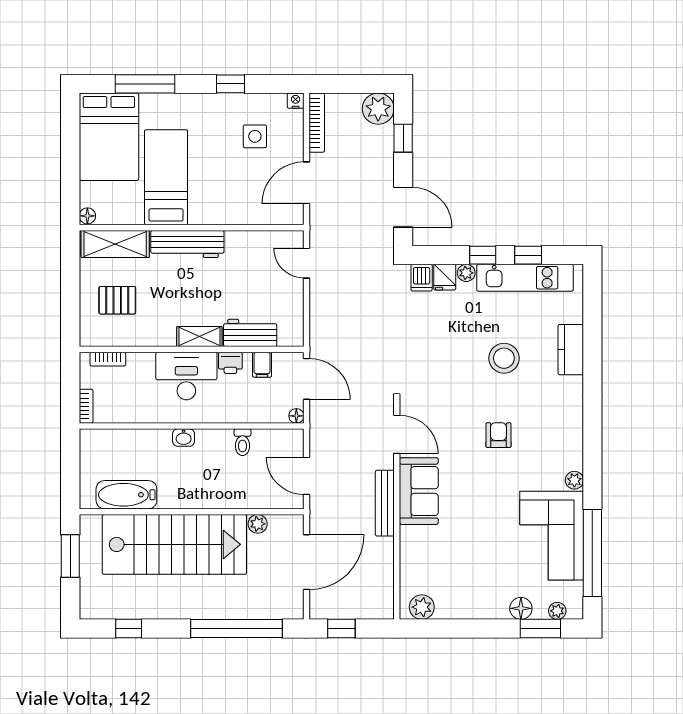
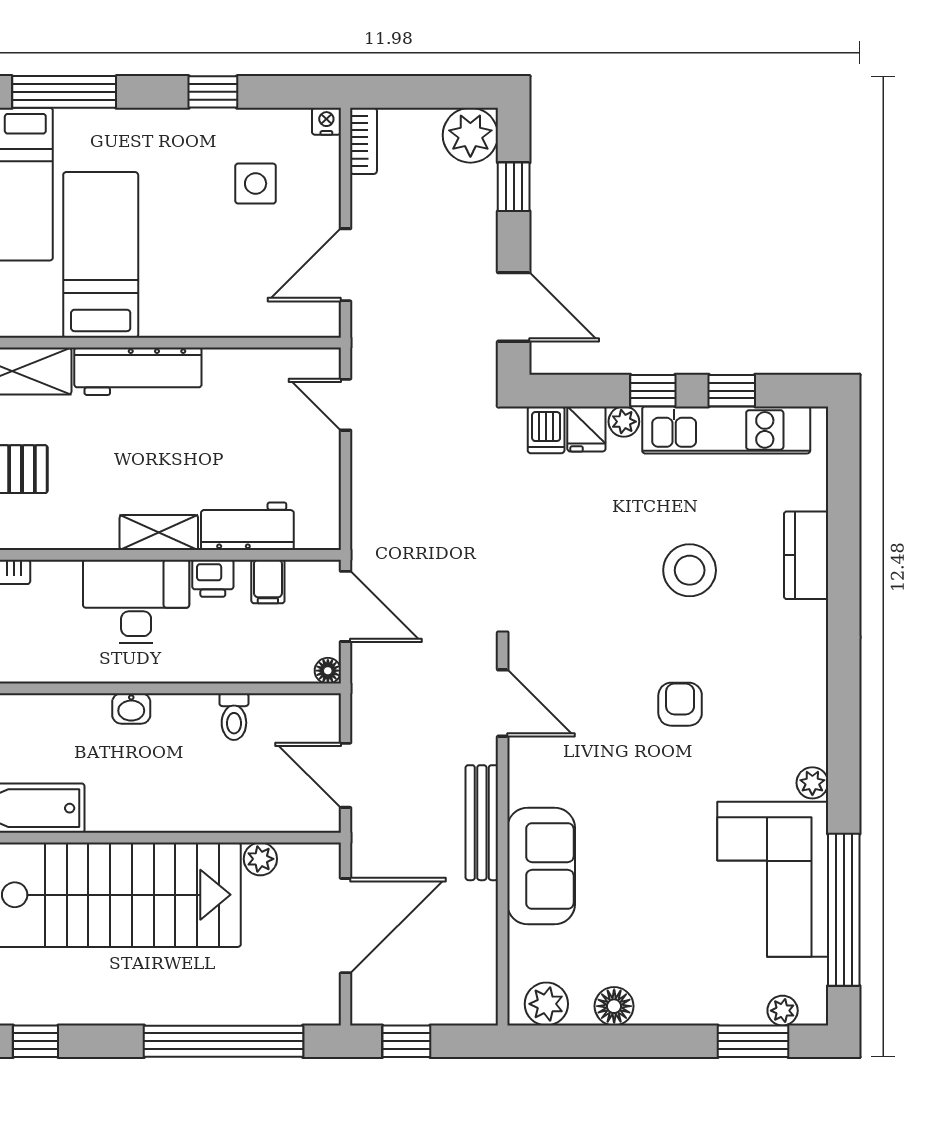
bookcase: (317, 123) -> (364, 141), width x0.64
sofa: (419, 491) -> (541, 866), moved
floor lamp: (521, 608) -> (614, 1006), moved

